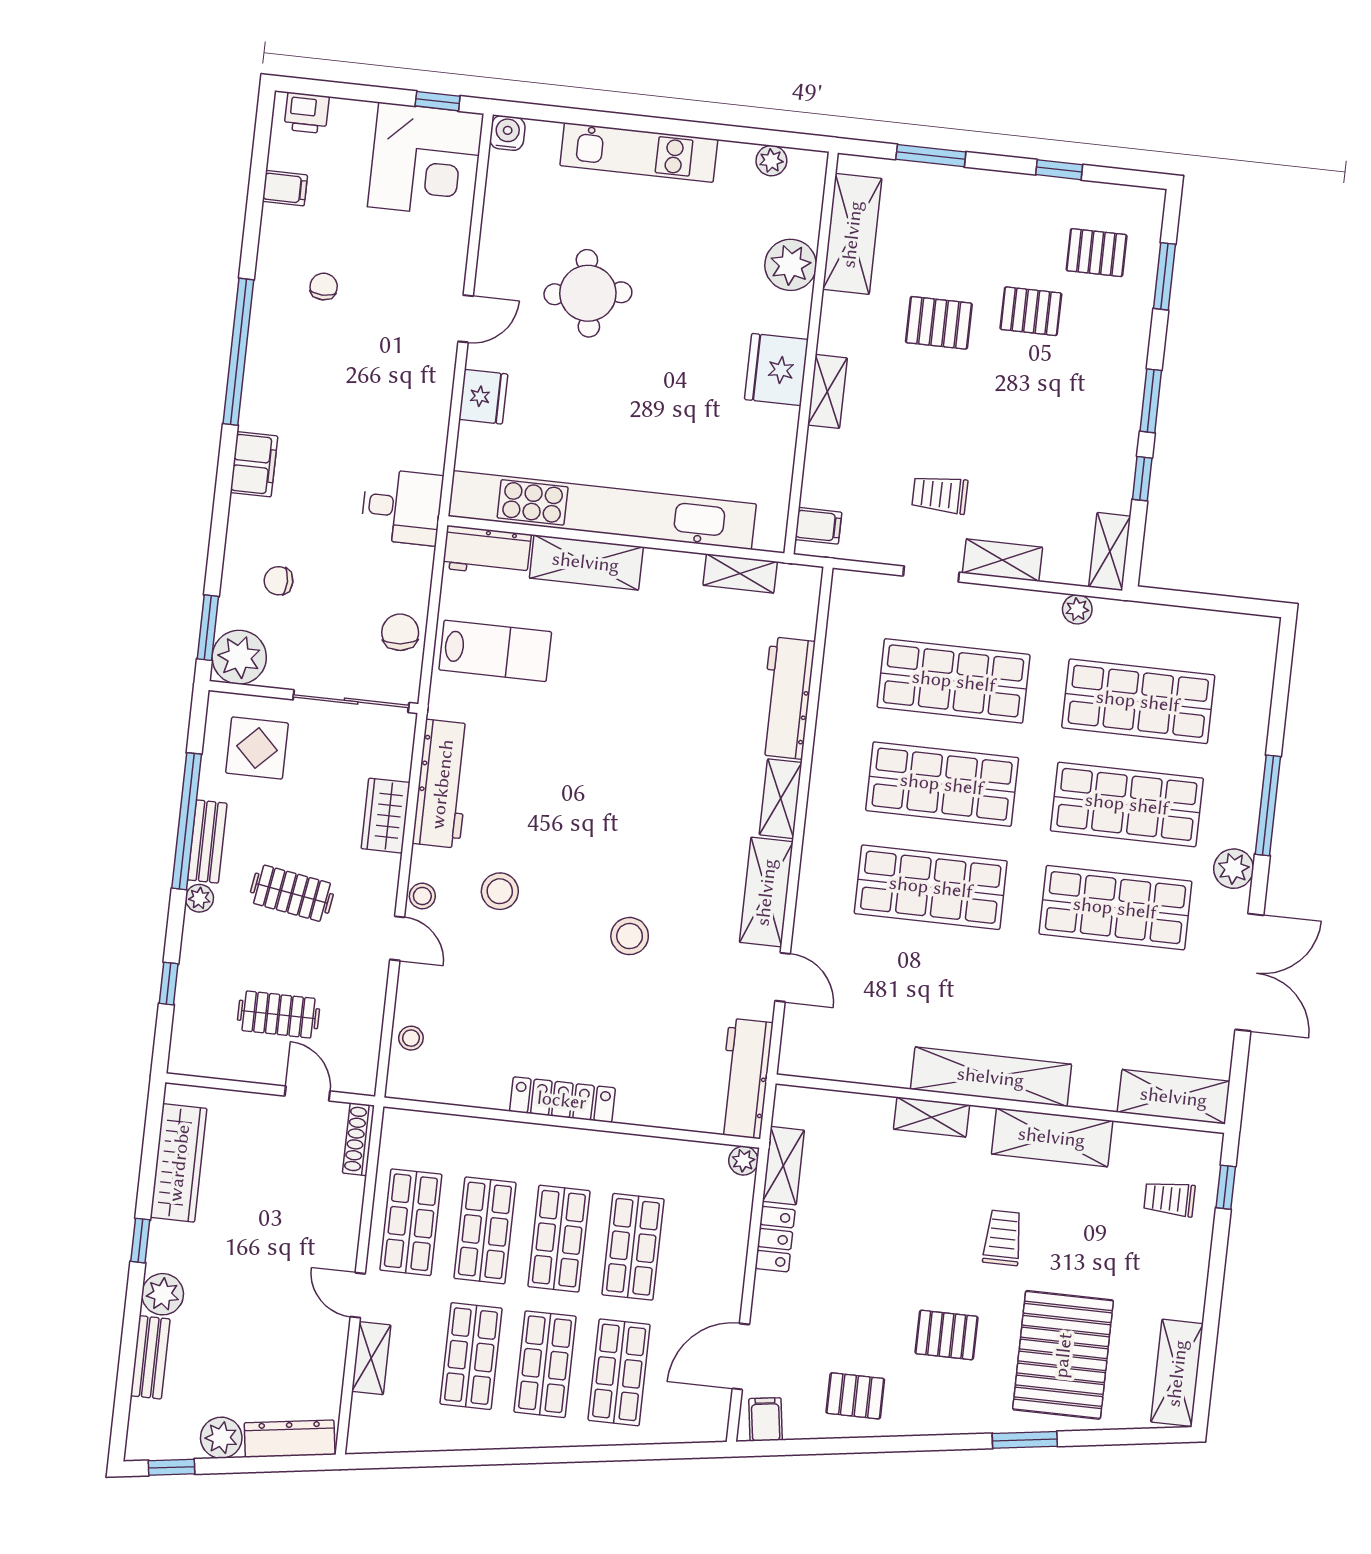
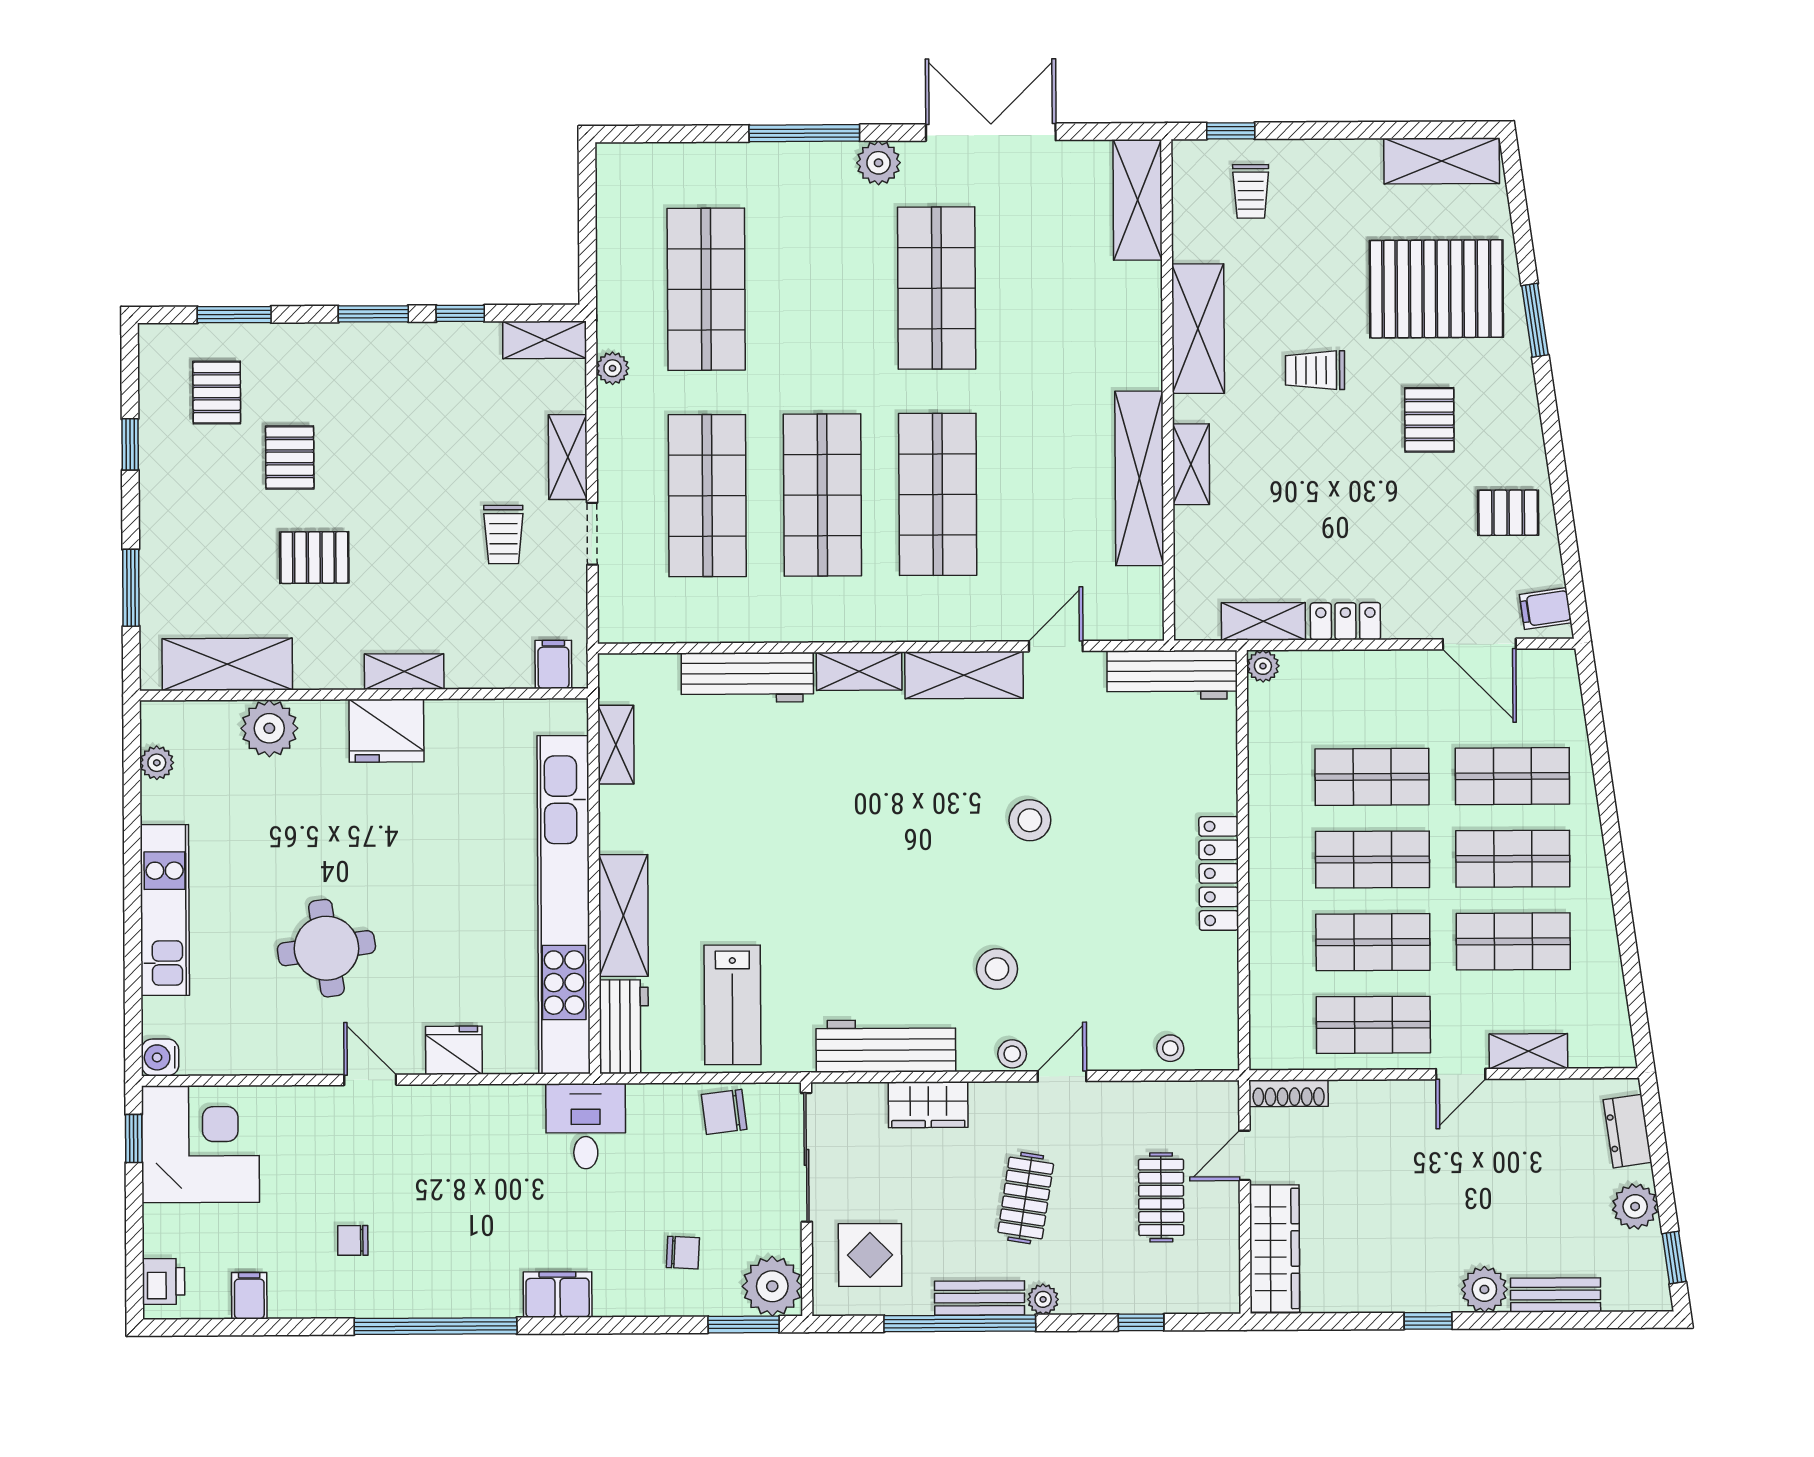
pallet: (939, 323) -> (314, 558), turned 90
chair: (279, 581) -> (683, 1253), turned -87
lab bench: (495, 651) -> (733, 1005), turned 180
shop shelf: (1127, 804) -> (821, 289), removed
shelving: (991, 1077) -> (1139, 478), moved
wardrobe: (179, 1163) -> (1275, 1249), moved, turned 90
pallet: (855, 1396) -> (1508, 513), turned 90
dresser: (290, 1439) -> (1627, 1131), width x0.70

